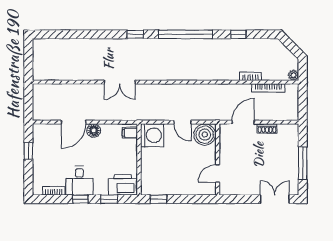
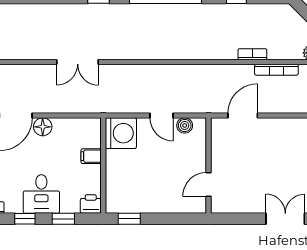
shoe rack: (267, 129) -> (275, 124), removed
filing cabinet: (130, 133) -> (91, 156), moved
boiler: (205, 135) -> (185, 125), width x0.54, depth x0.54
desk: (79, 181) -> (41, 194), moved
printer: (123, 185) -> (91, 204), width x0.53, depth x0.68

